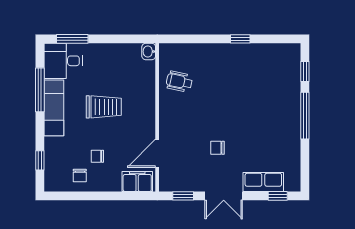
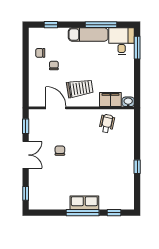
trolley: (104, 107) -> (80, 88), moved, turned -99
filing cabinet: (137, 182) -> (110, 99), moved, turned -90
row of seats: (263, 182) -> (84, 203), moved, turned -90
double door: (224, 196) -> (26, 155), swing flipped

